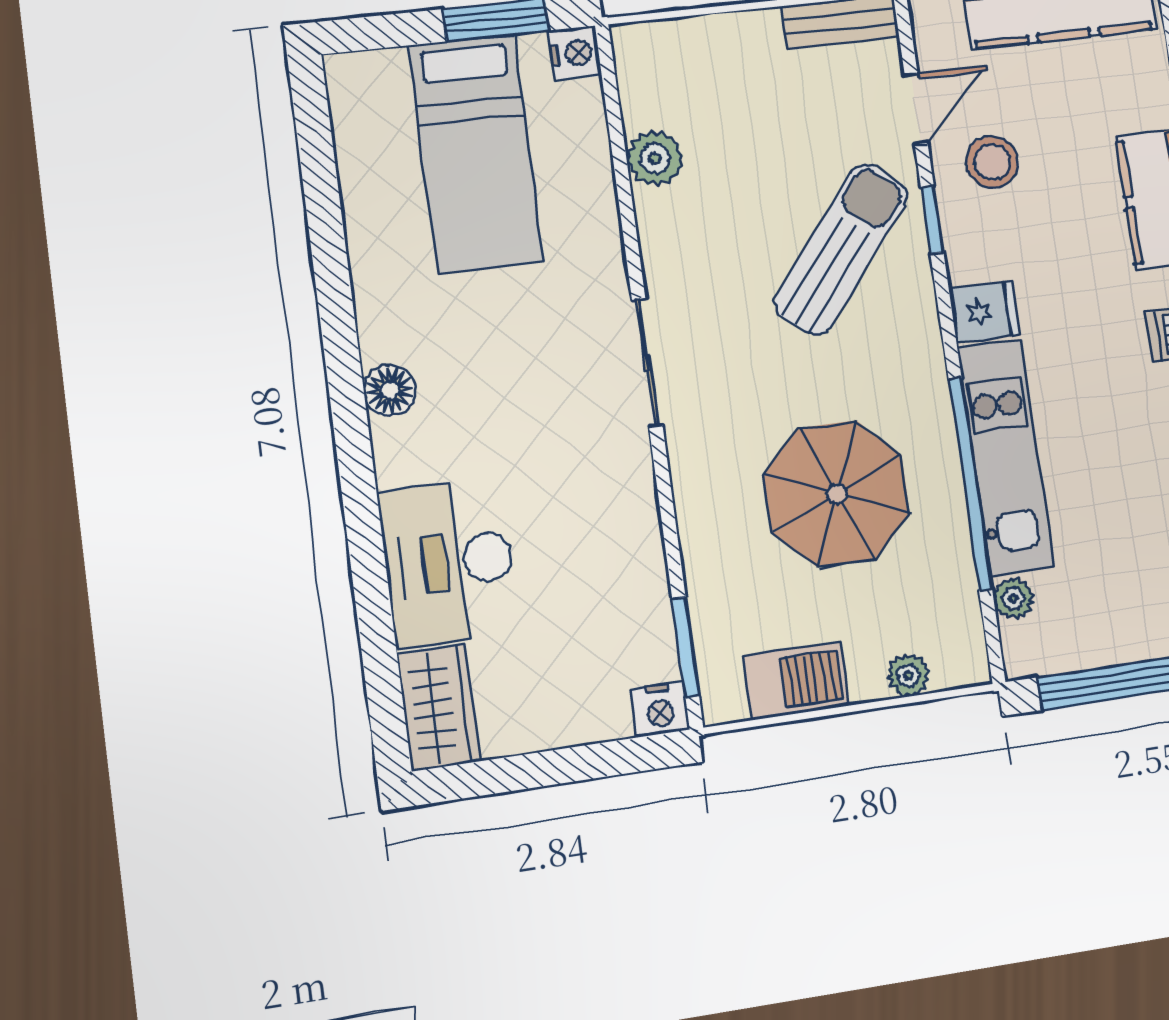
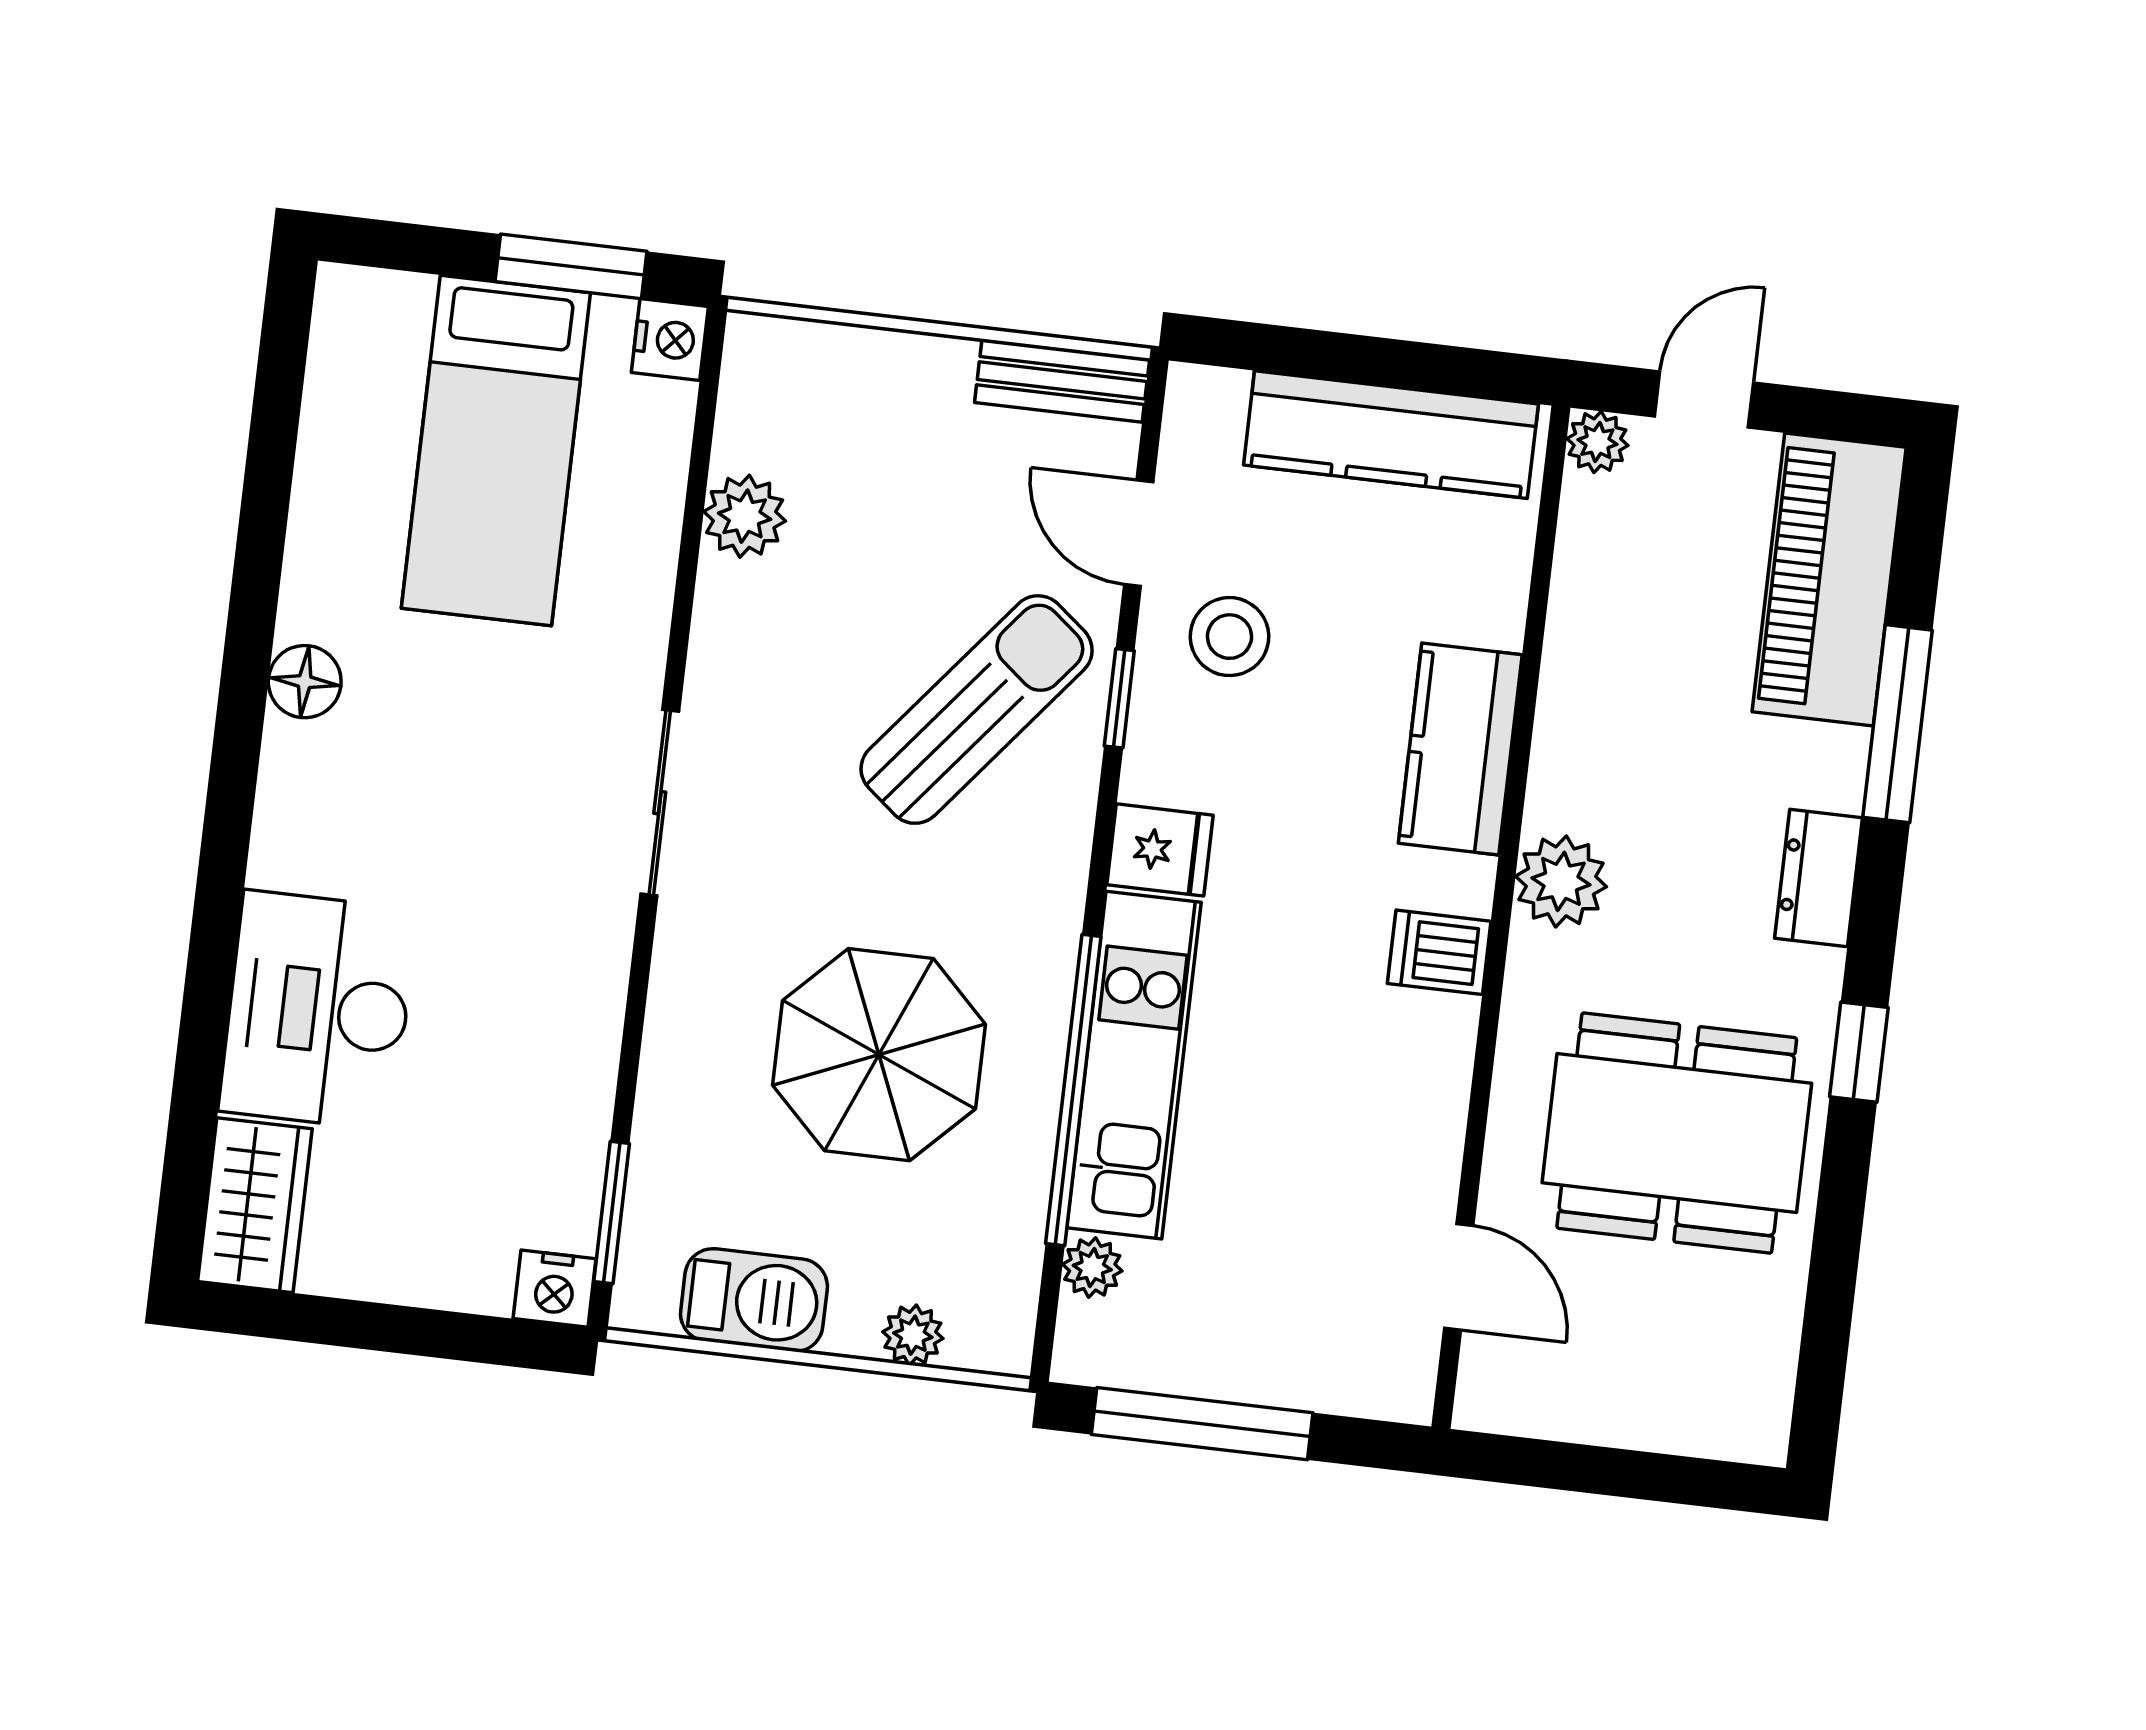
door: (916, 109) -> (1139, 533), swing flipped
floor lamp: (390, 390) -> (305, 682), moved

